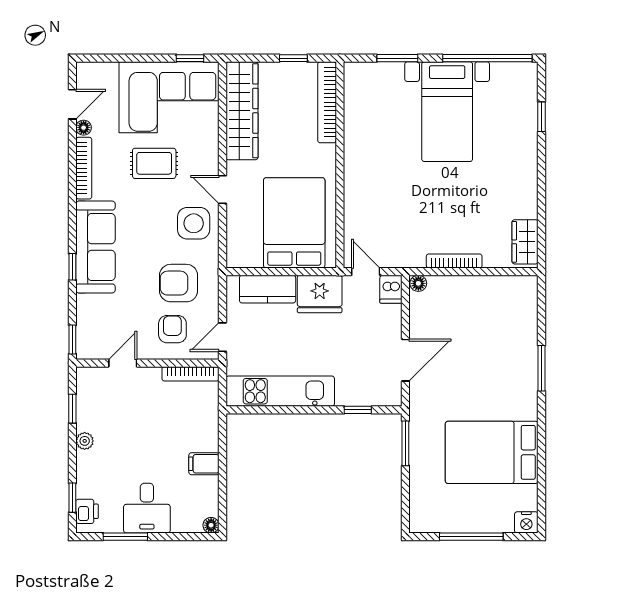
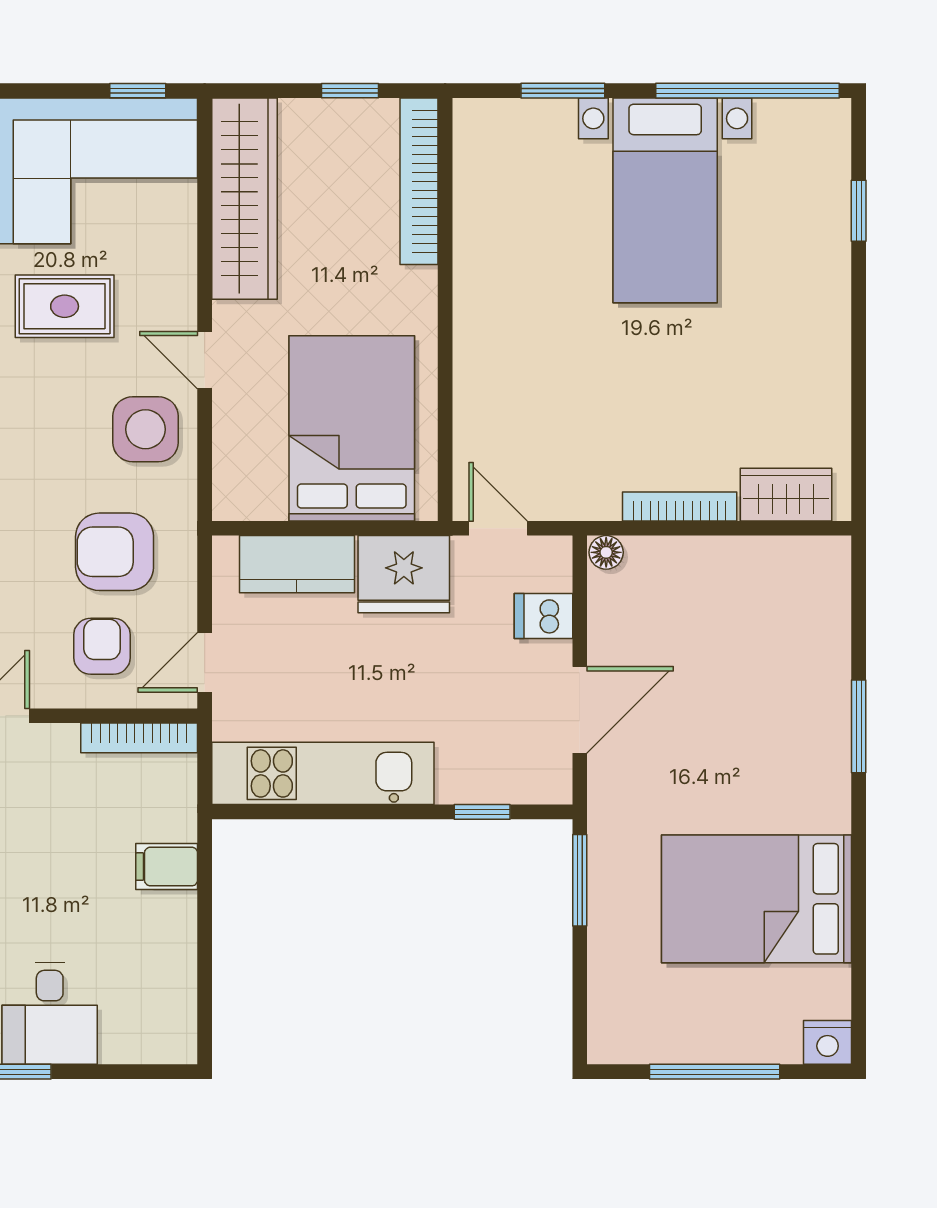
wardrobe: (525, 242) -> (786, 495), moved, turned 90
dishwasher: (391, 289) -> (544, 616), moved, turned 90
filing cabinet: (204, 464) -> (167, 867), moved
floor lamp: (211, 525) -> (181, 1048), removed

